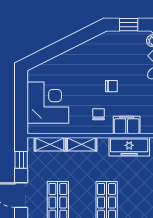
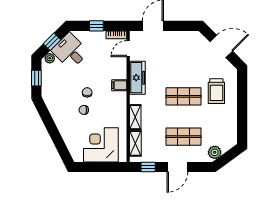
chair: (98, 114) -> (84, 110), moved
filing cabinet: (127, 125) -> (119, 85), width x0.50

